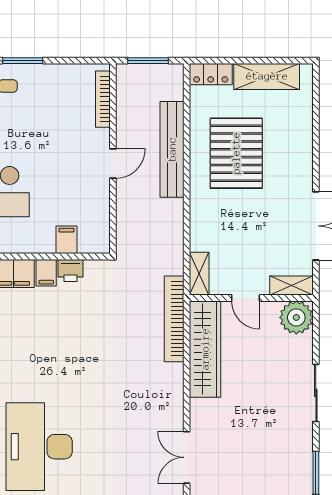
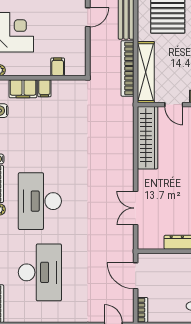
printer: (70, 270) -> (60, 87), removed
shelving: (199, 274) -> (146, 72), width x2.20, depth x1.33
bookcase: (174, 319) -> (127, 68), moved

